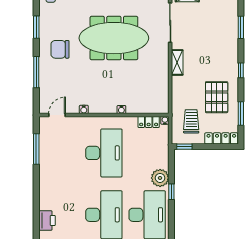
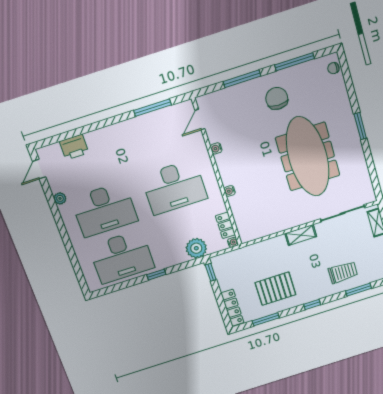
window: (36, 27) -> (294, 62), width x1.44
door: (57, 115) -> (200, 120), swing flipped
trolley: (191, 121) -> (343, 272), moved
plant: (160, 178) -> (196, 248), moved

